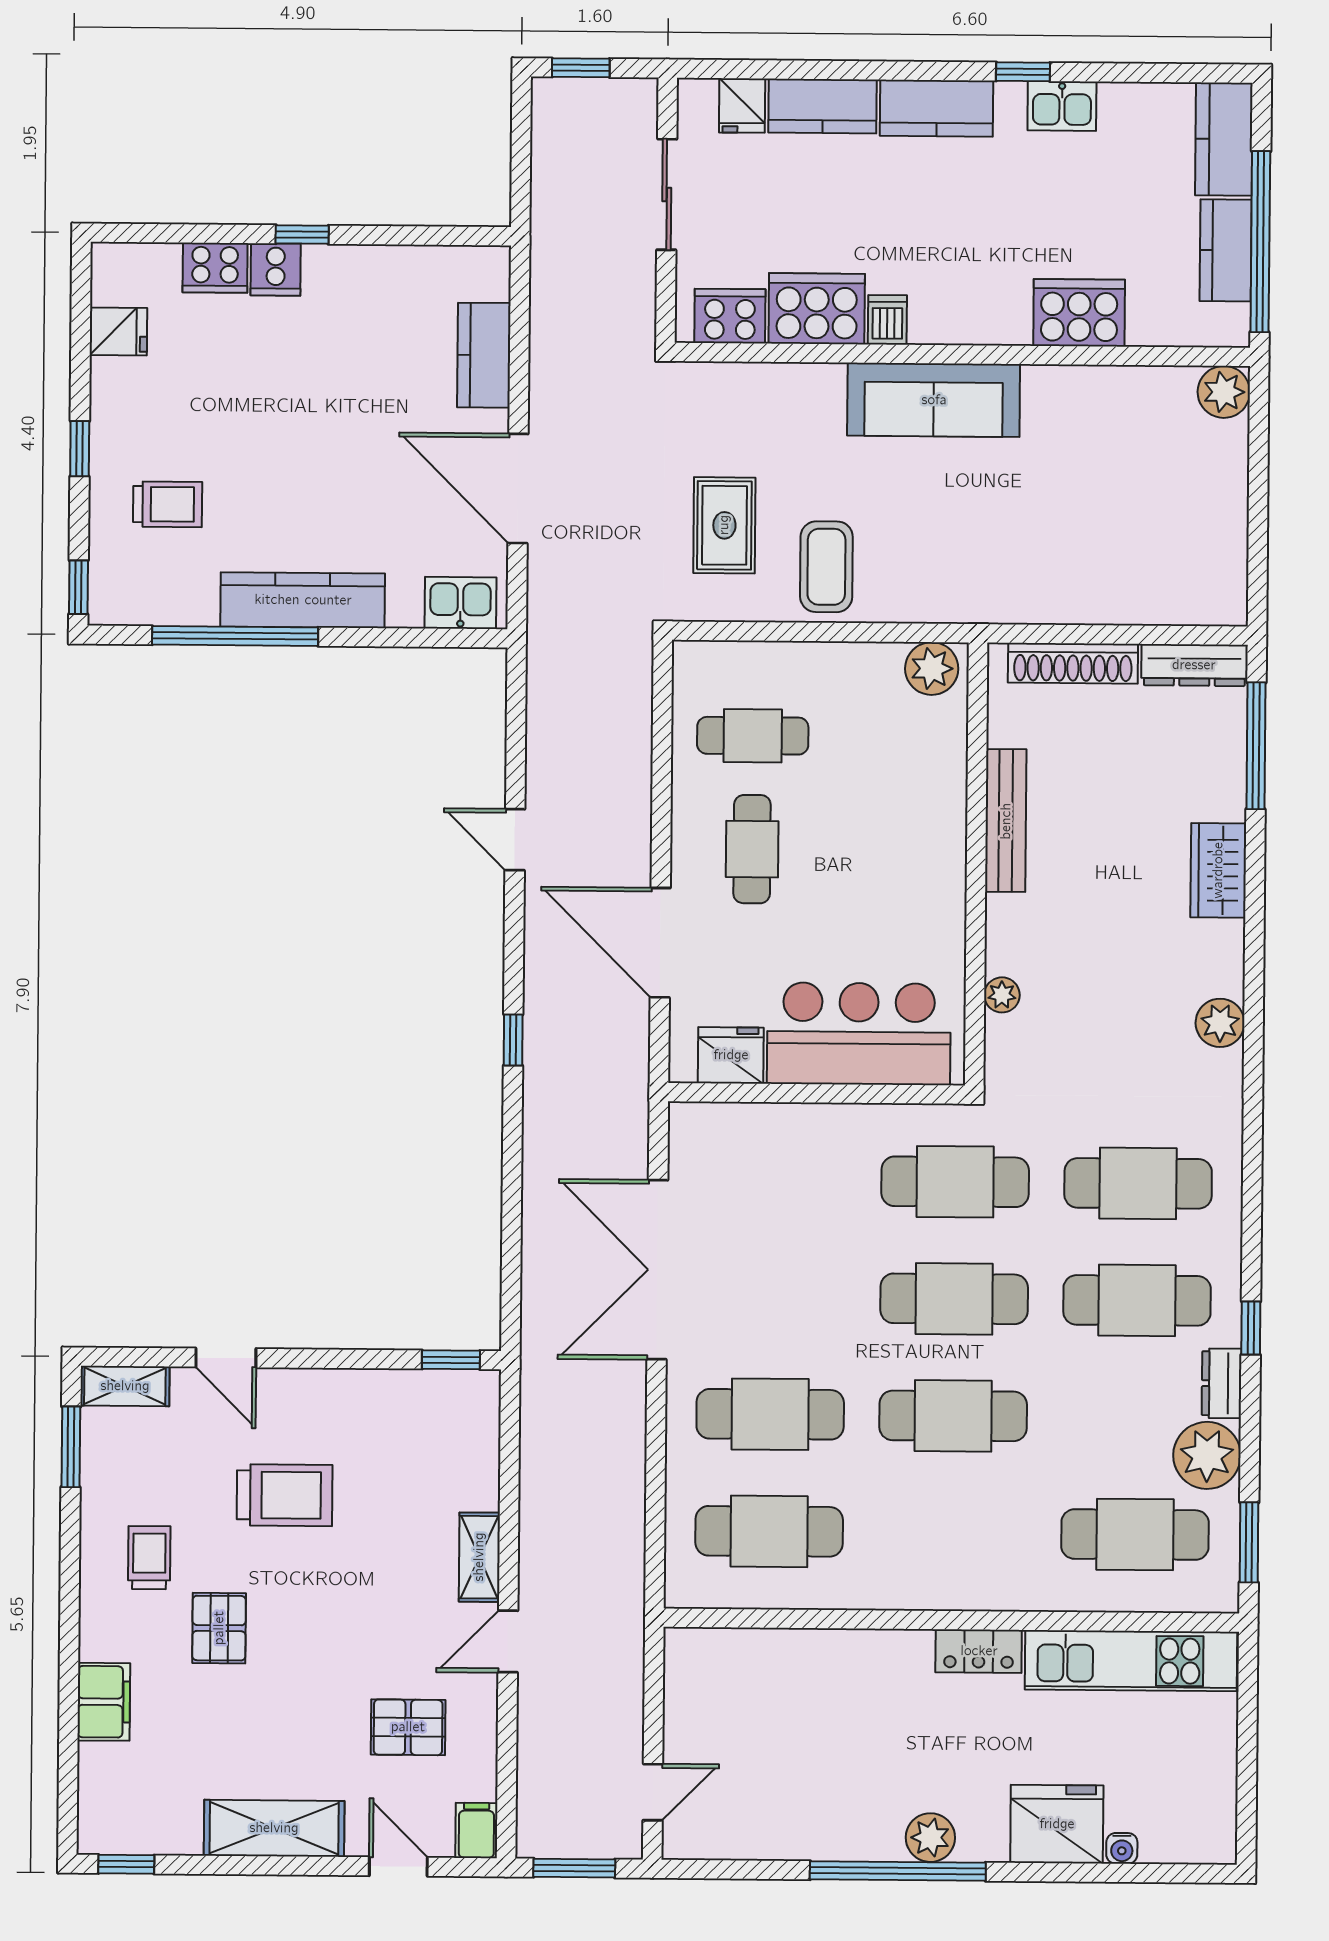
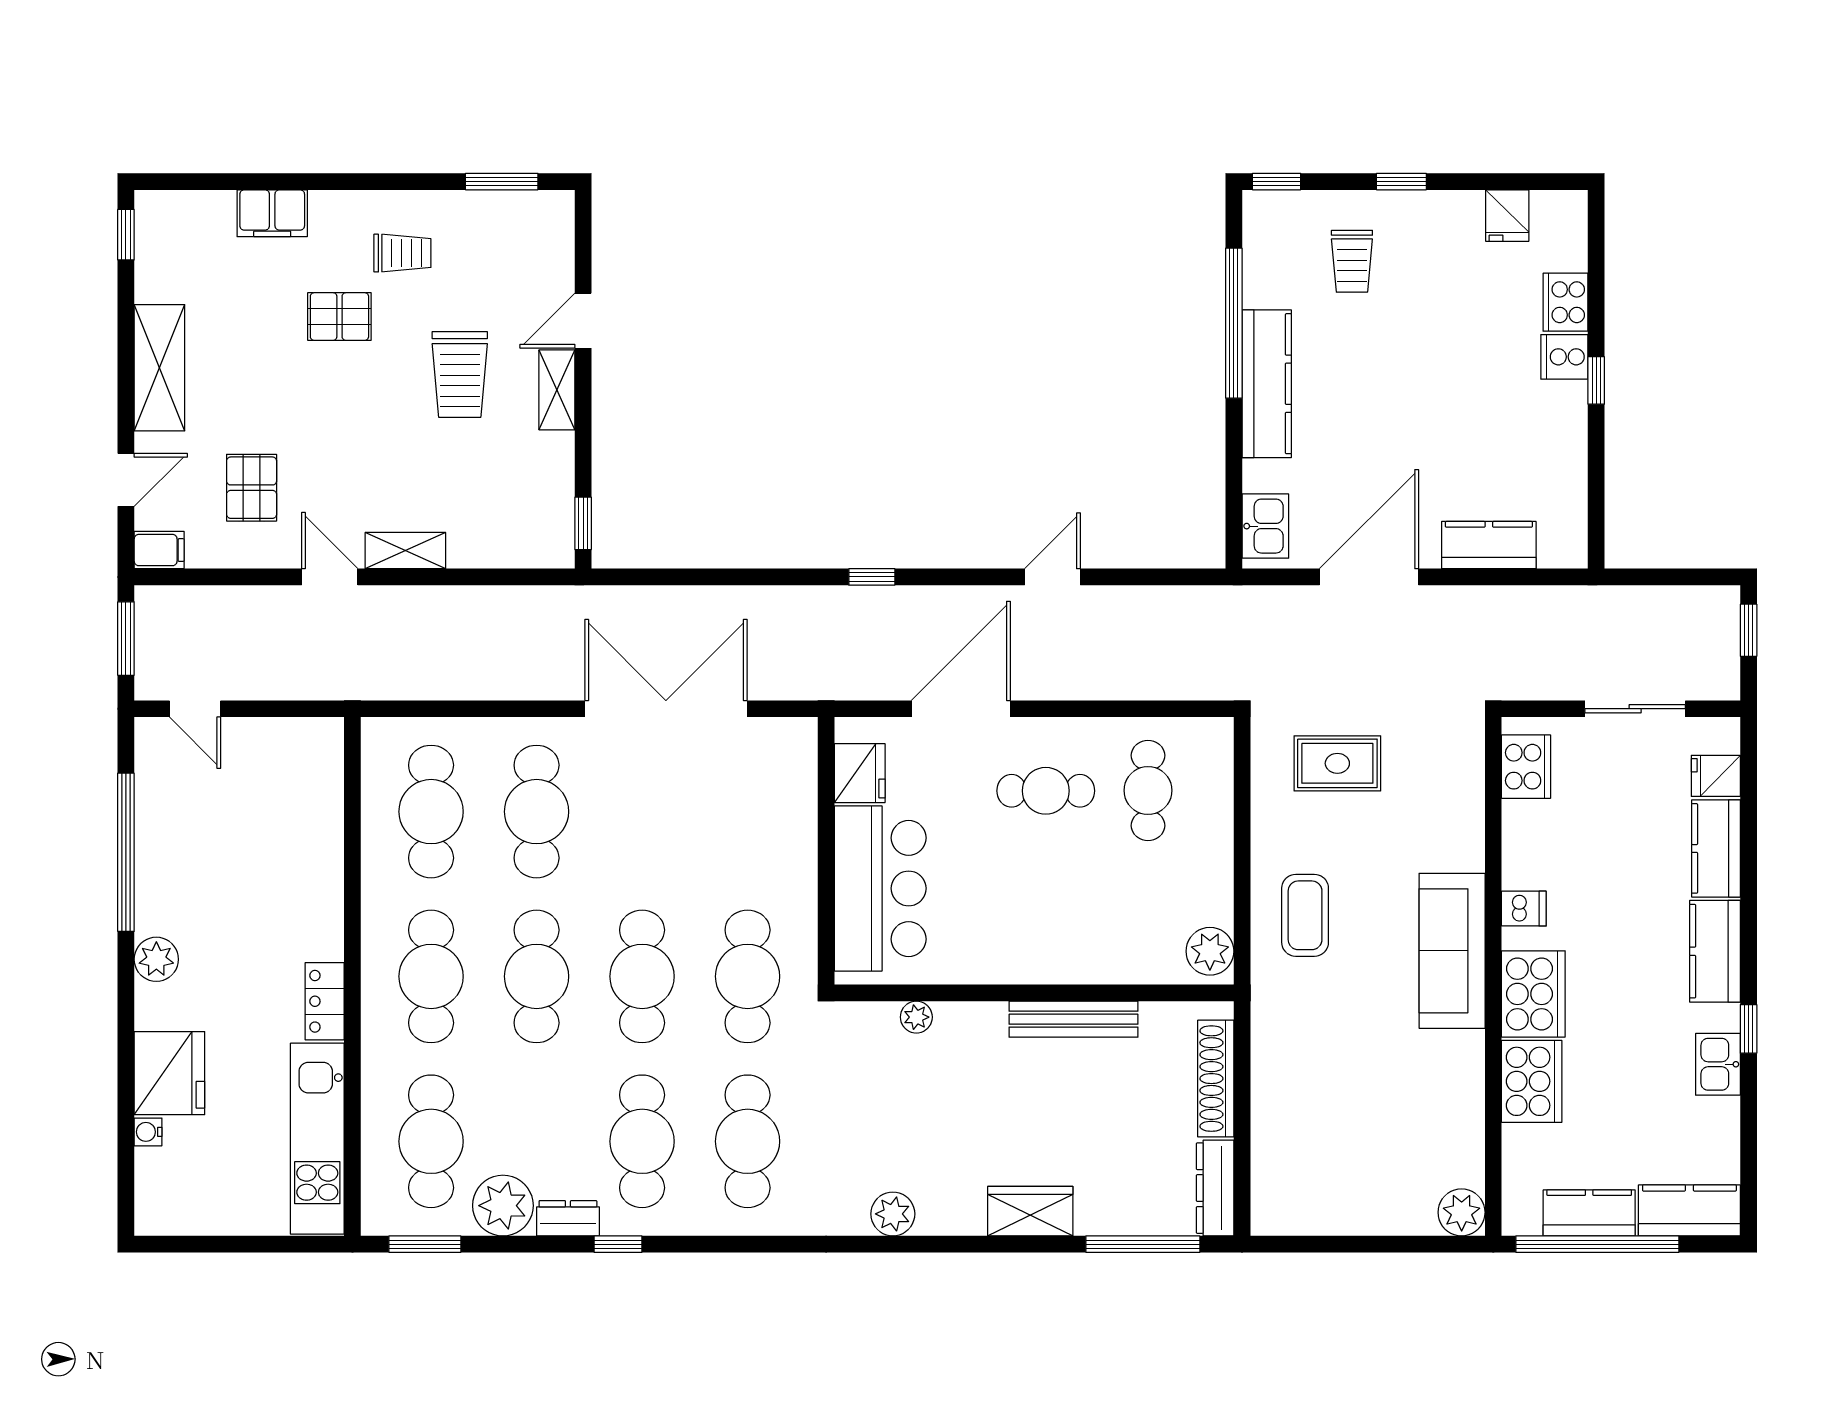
cooker: (817, 309) -> (1533, 994), moved
coffee table: (826, 567) -> (1305, 915), moved, turned 90
shelving: (125, 1386) -> (557, 390), moved
cafe table: (952, 1533) -> (431, 976), added
window: (898, 1871) -> (126, 852), moved

